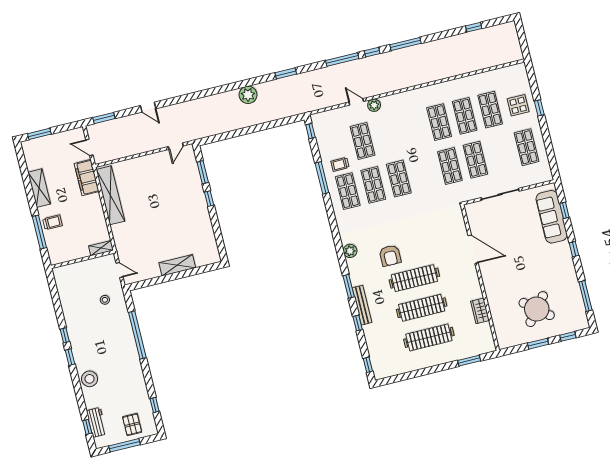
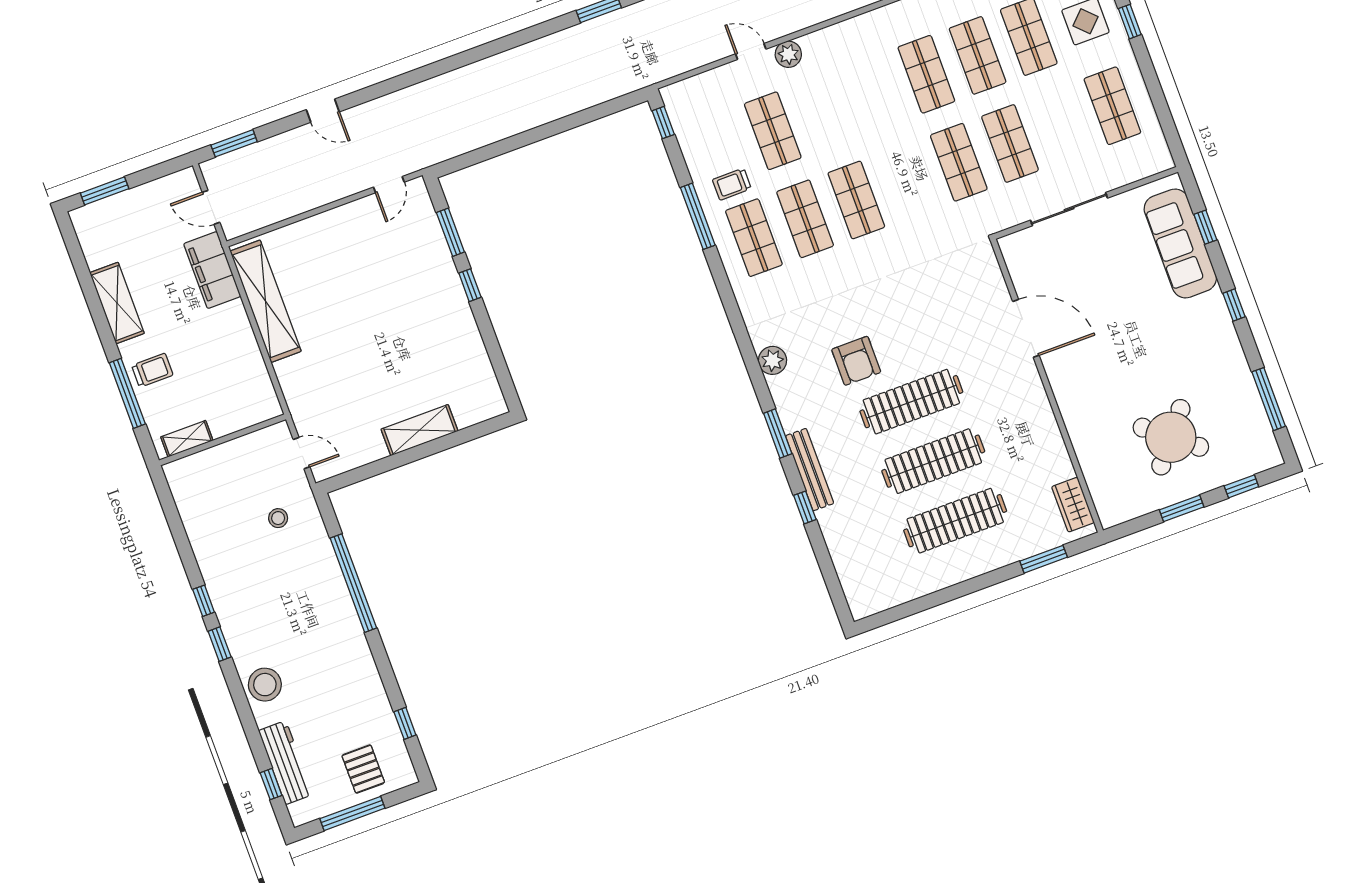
plant: (248, 95) -> (526, 62), removed
shelving: (101, 248) -> (187, 439), moved
wardrobe: (480, 311) -> (1073, 505), moved
window: (368, 365) -> (836, 591), removed
workbench: (97, 422) -> (286, 763), width x1.38

